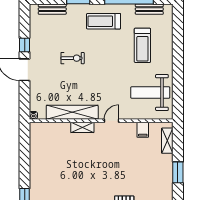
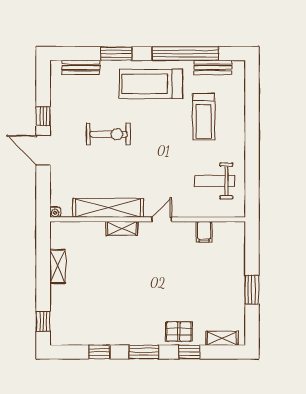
treadmill: (104, 21) -> (151, 84), width x1.37, depth x1.38
exercise bike: (73, 58) -> (109, 134), width x1.38, depth x1.39
weight bench: (150, 92) -> (214, 181), width x0.73, depth x0.75
shelving: (167, 141) -> (58, 267), moved

